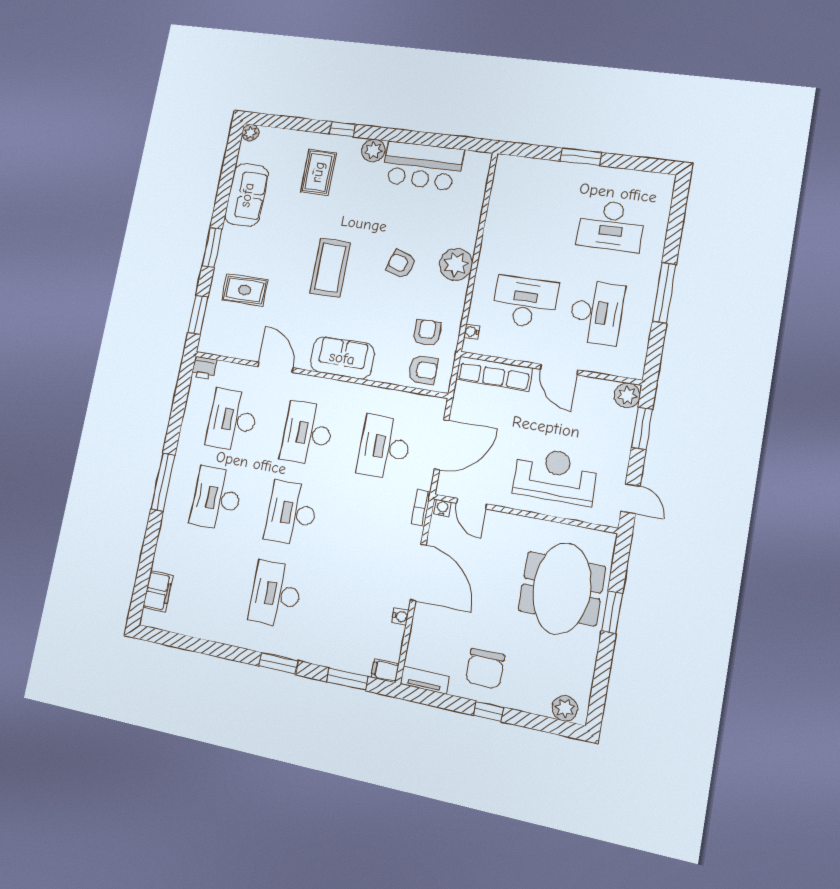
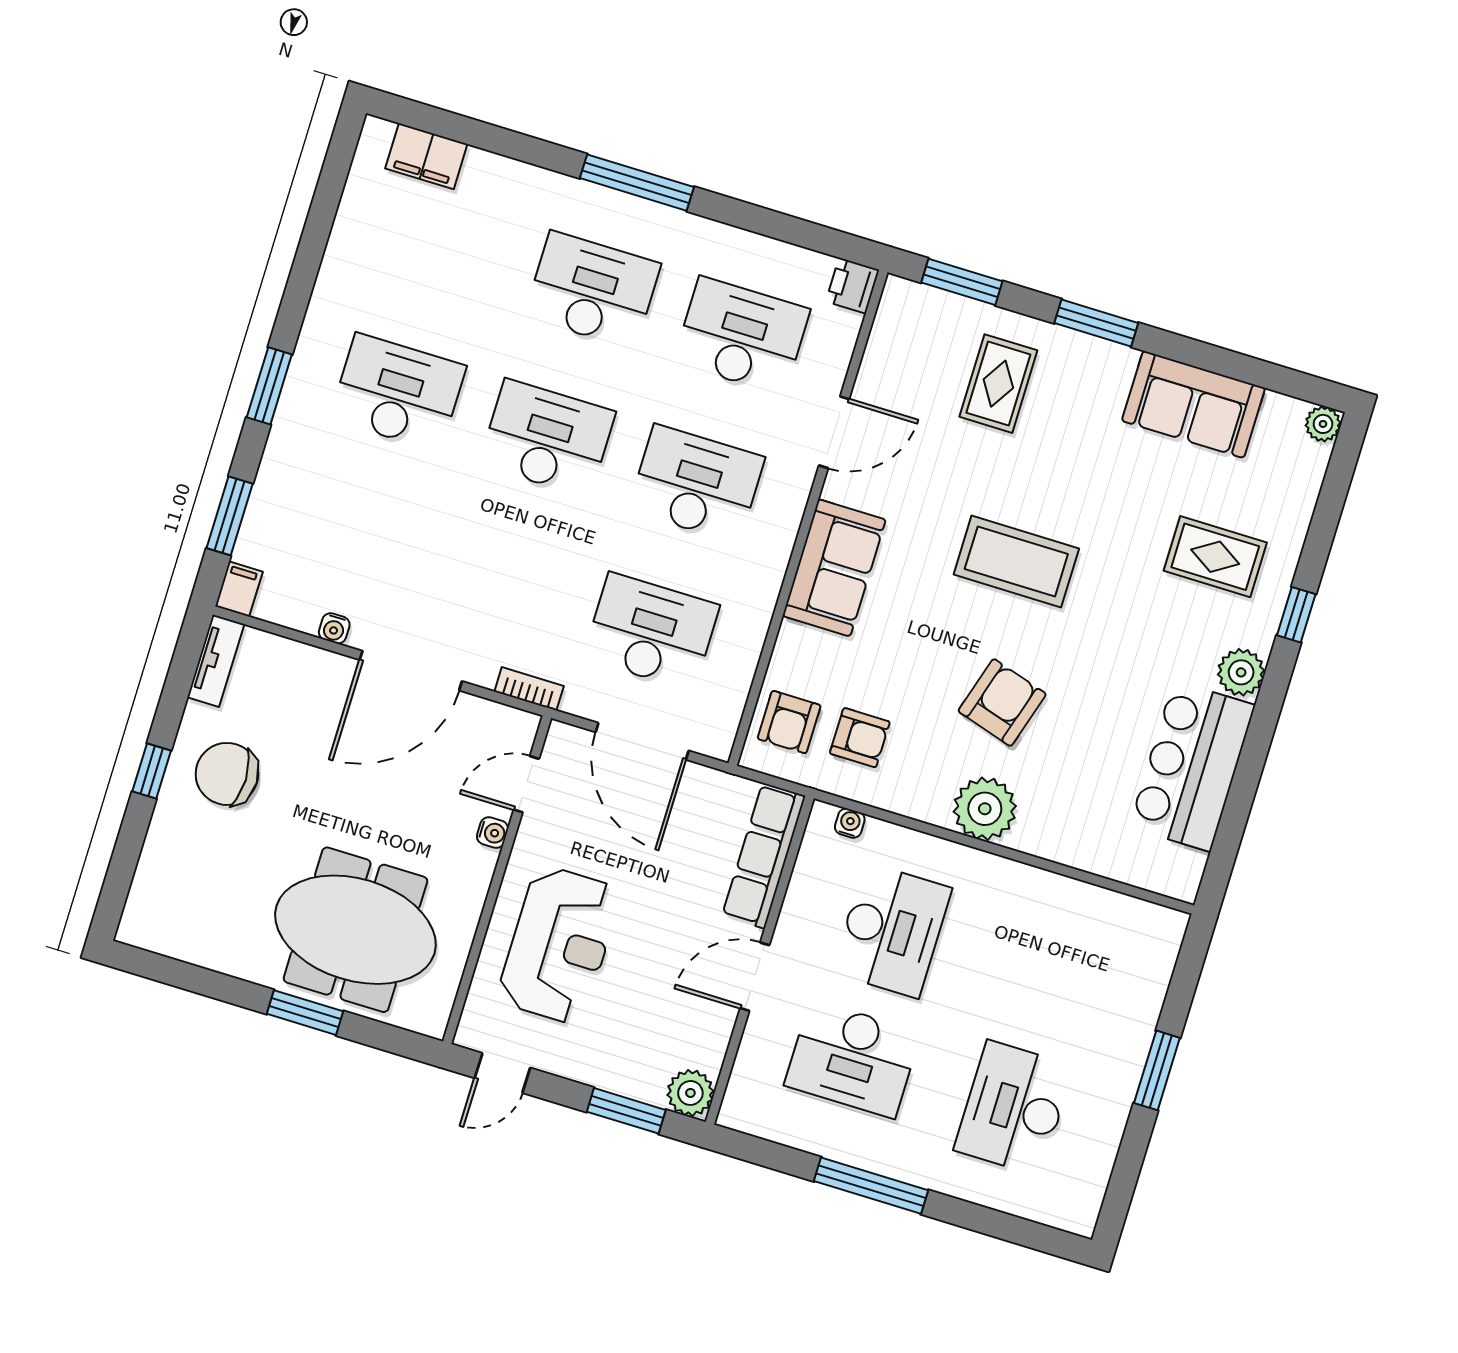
armchair: (401, 264) -> (1002, 703), width x1.38, depth x1.38
water cooler: (442, 508) -> (492, 833), moved
plant: (565, 708) -> (146, 908), removed

